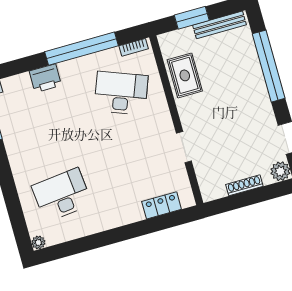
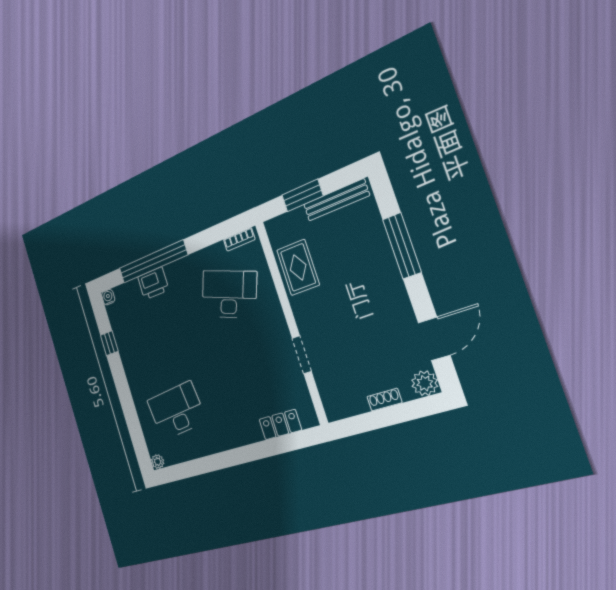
window: (81, 49) -> (153, 262), moved
window: (269, 66) -> (402, 246), width x0.68
shoe rack: (244, 185) -> (384, 400), width x0.70

